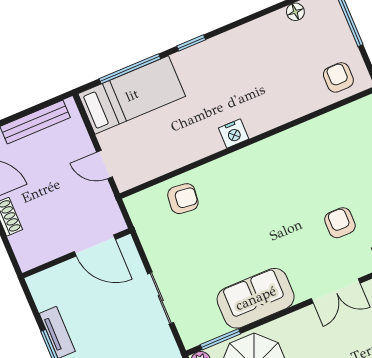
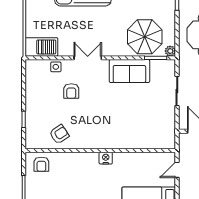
door: (105, 164) -> (177, 170), swing flipped
armchair: (183, 199) -> (59, 134), moved, turned 140

